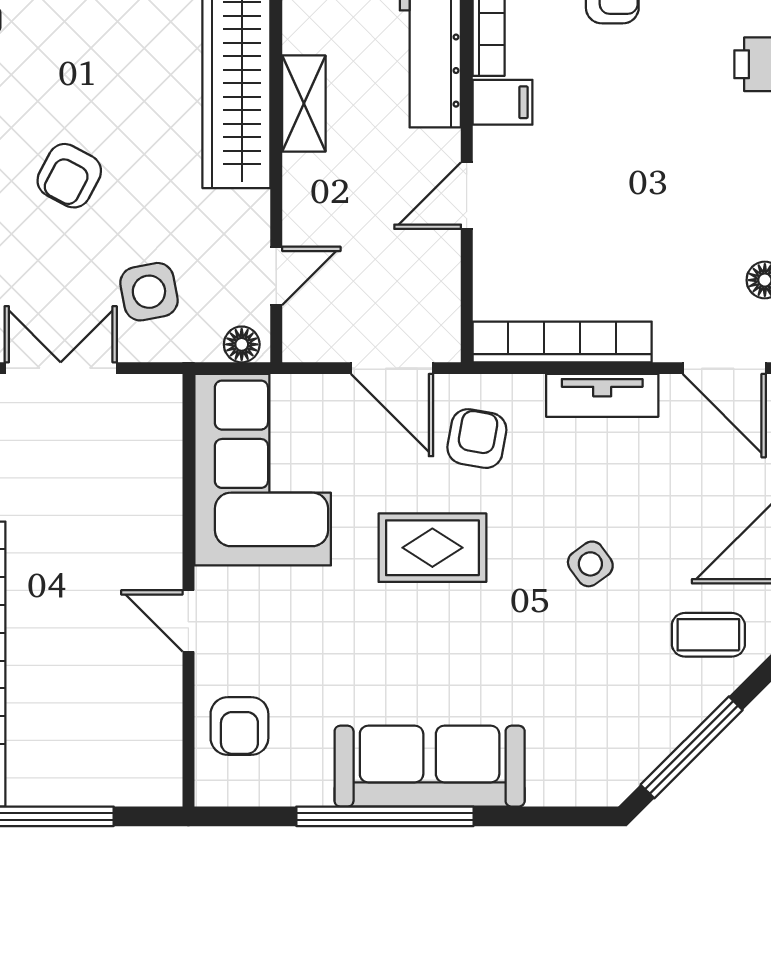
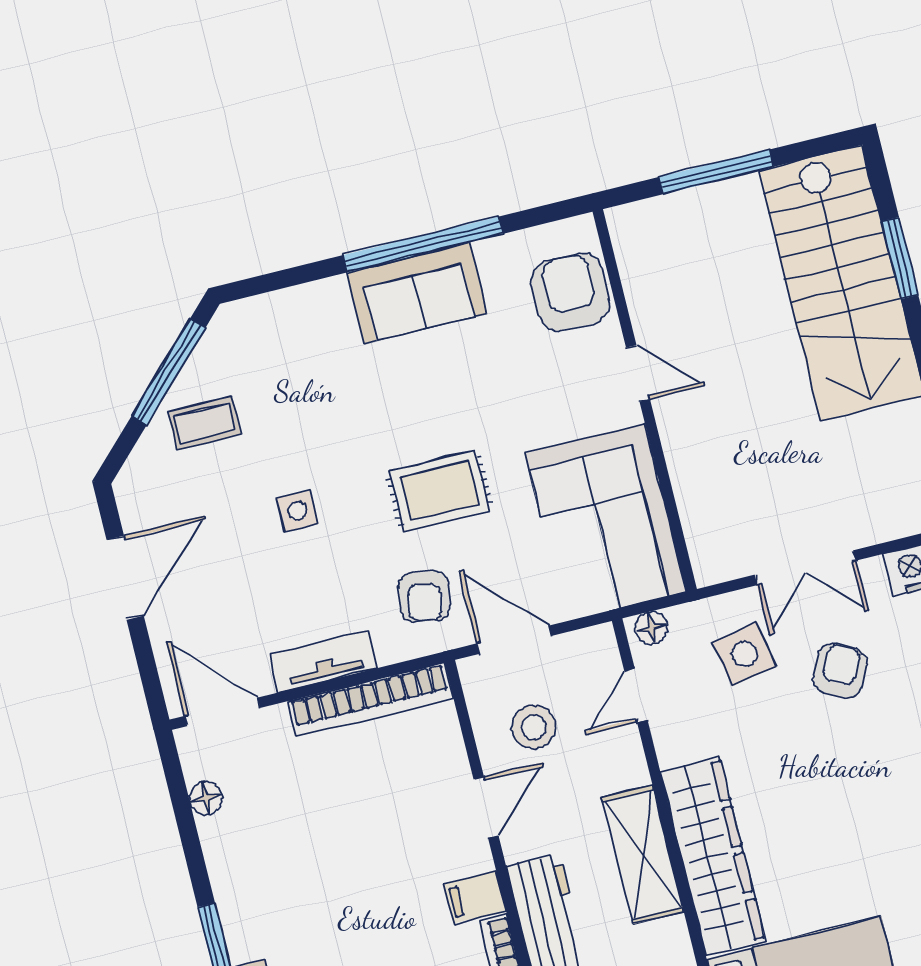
shelving: (304, 104) -> (643, 854), width x1.50, depth x1.33
armchair: (69, 176) -> (840, 671), moved
stool: (394, 269) -> (534, 727), added
side table: (590, 564) -> (297, 511), turned 36
coffee table: (708, 635) -> (204, 423), moved
armchair: (239, 726) -> (570, 292), width x1.38, depth x1.38
sofa: (430, 766) -> (417, 293), width x0.73

